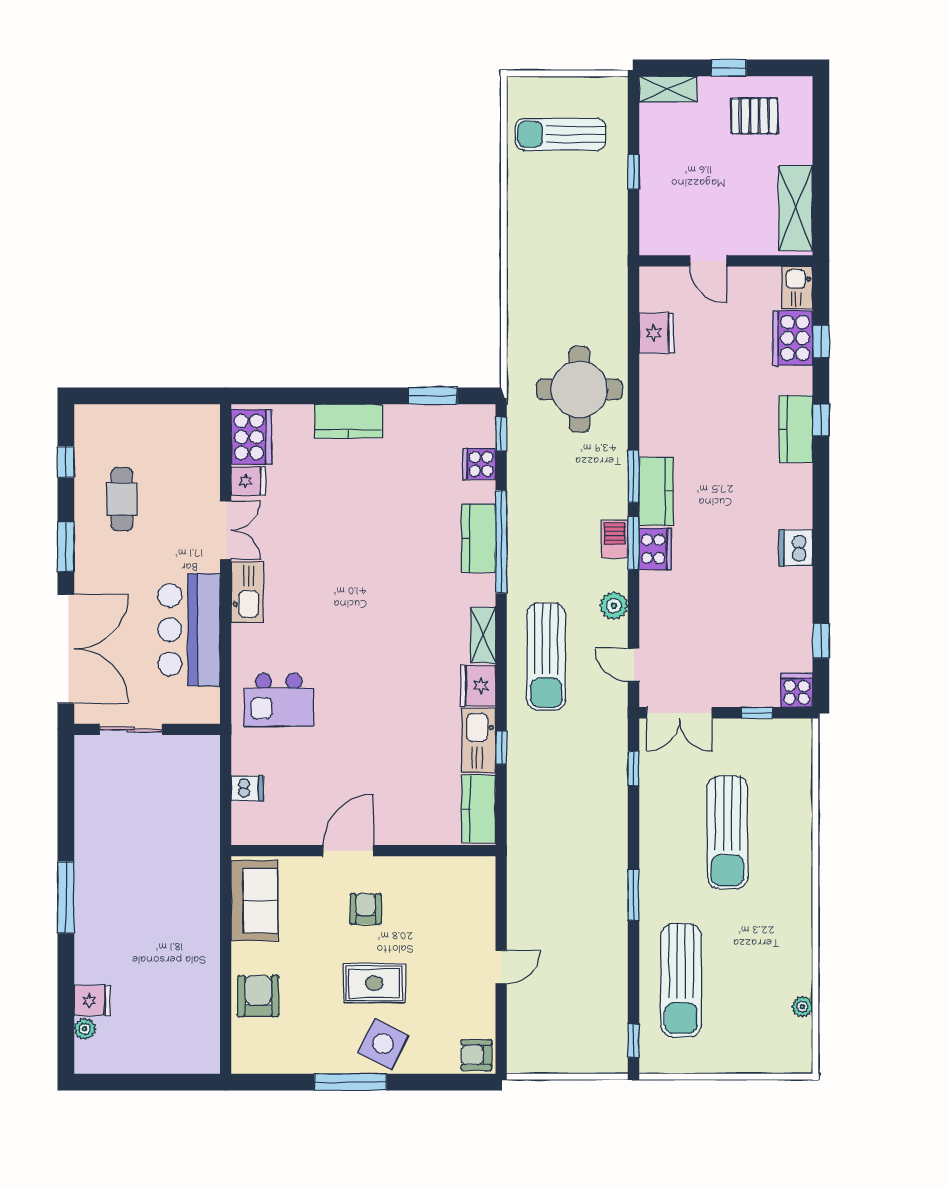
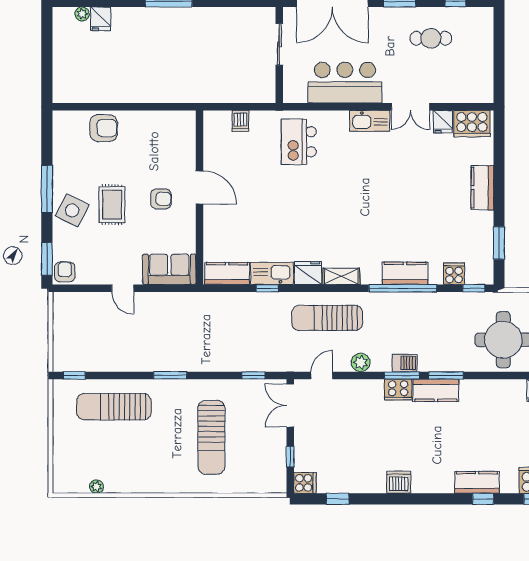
sun lounger: (727, 832) -> (211, 437), turned -90
sofa: (254, 901) -> (169, 269), moved, turned 180
window: (457, 1082) -> (47, 259), added

